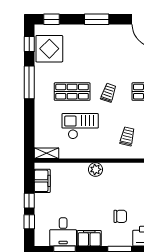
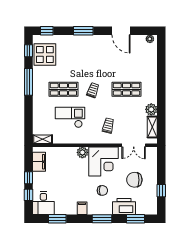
corner desk: (122, 181) -> (104, 161), added
desk: (63, 232) -> (43, 203), moved
filing cabinet: (89, 238) -> (82, 208), width x0.50

